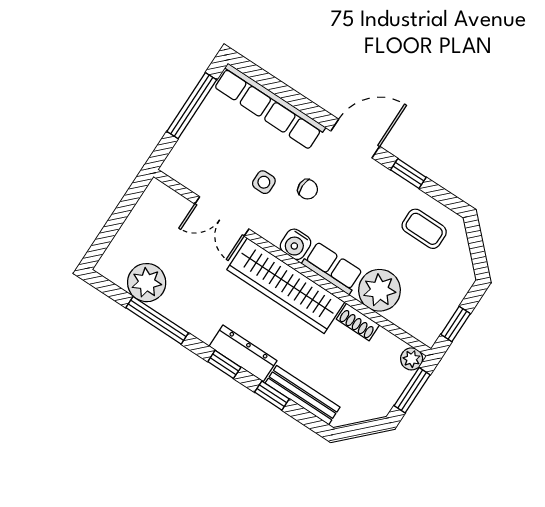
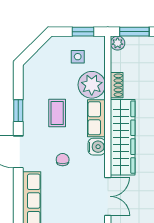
side table: (264, 182) -> (78, 57), moved
coffee table: (424, 229) -> (57, 113), moved

